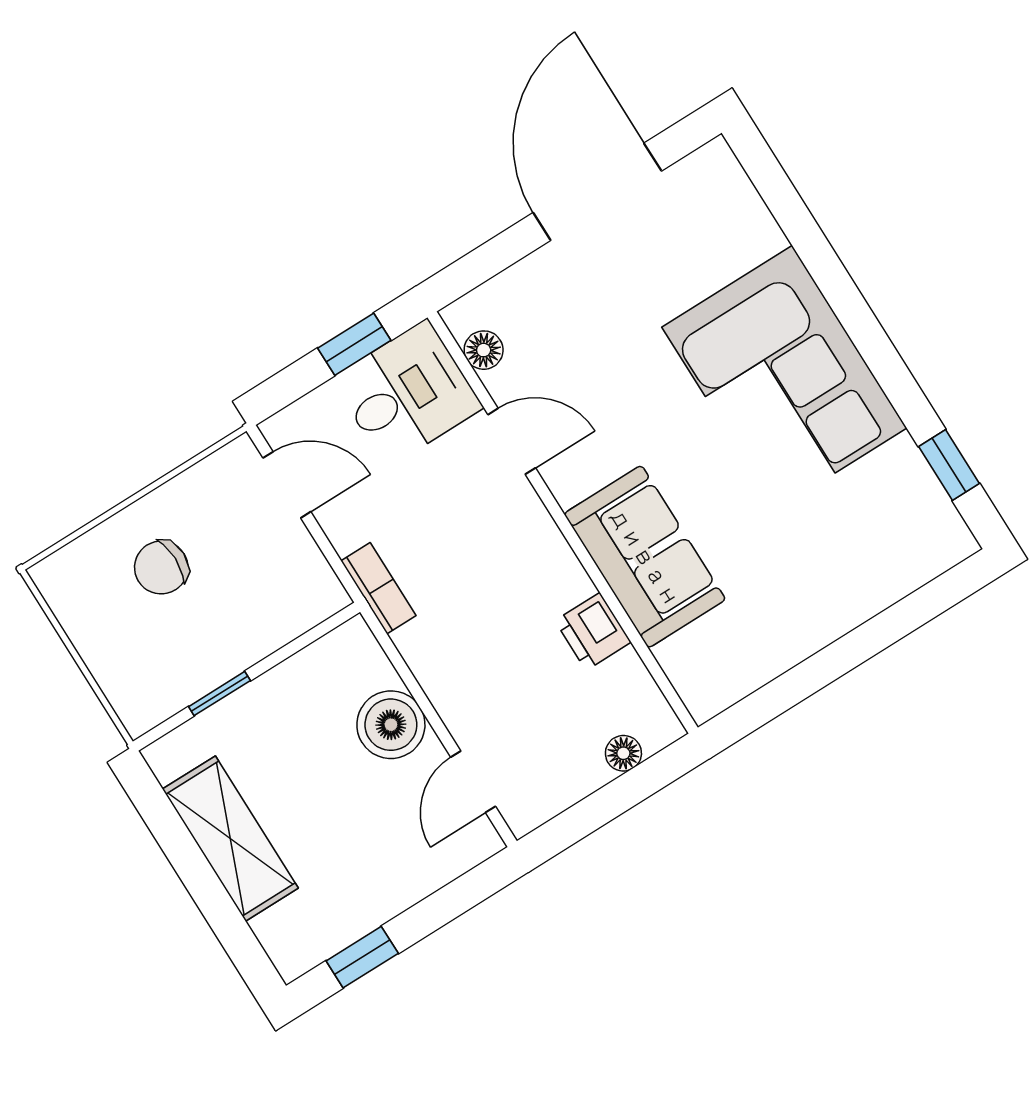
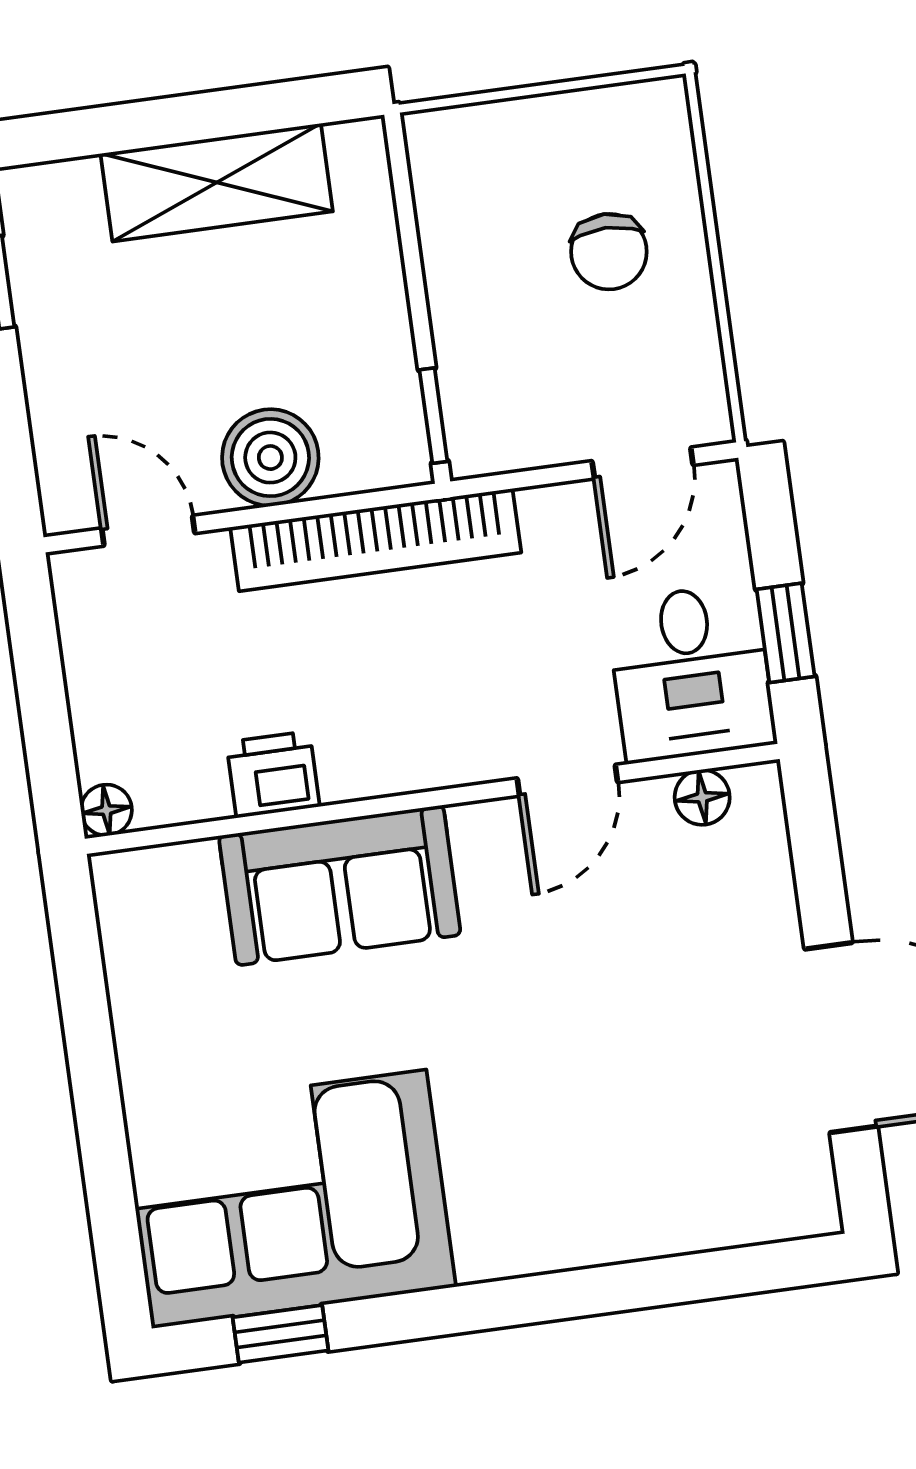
corner sofa: (784, 378) -> (289, 1199), moved
chair: (161, 567) -> (609, 252), turned 180
bookcase: (378, 588) -> (376, 540), width x2.31, depth x1.31
window: (219, 694) -> (433, 416), moved
floor lamp: (623, 753) -> (106, 810), moved

